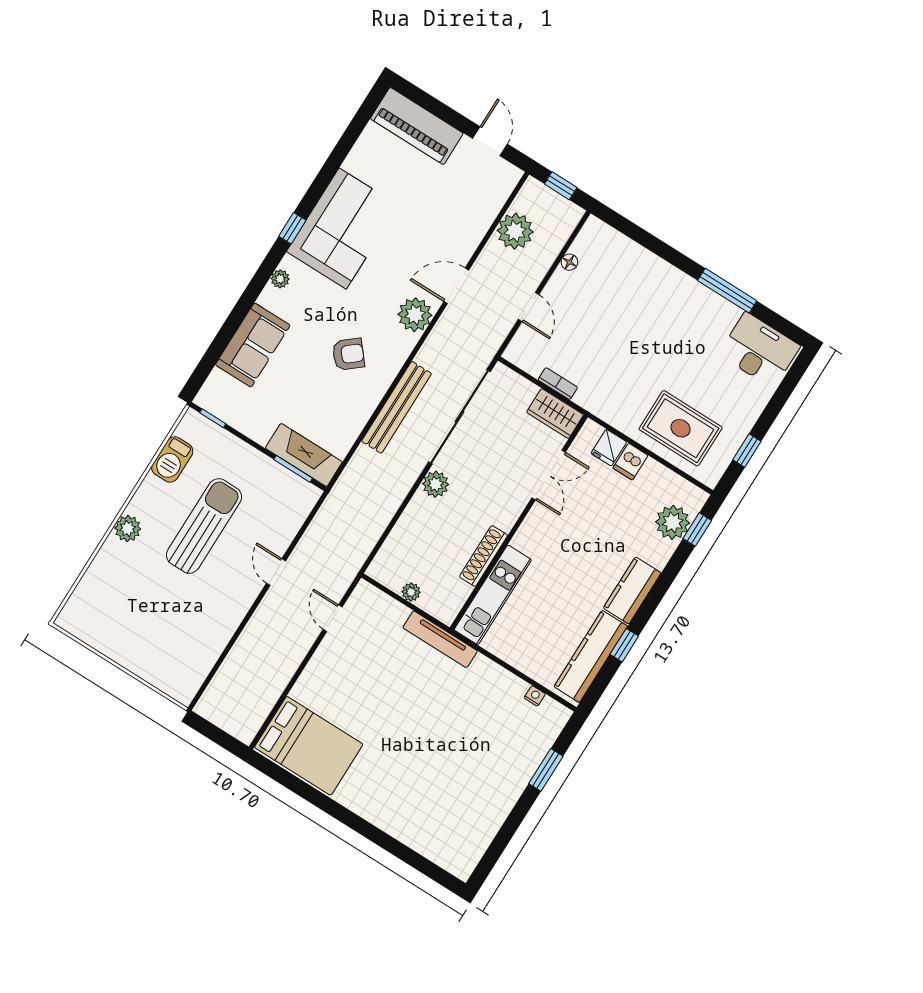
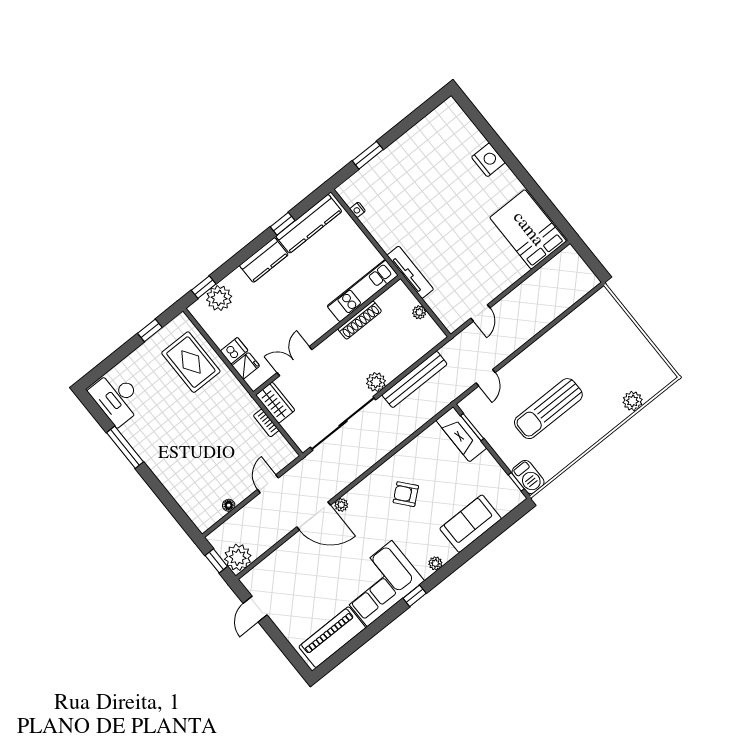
piano: (417, 126) -> (332, 637), moved, turned -90
plant: (515, 231) -> (238, 557), moved
door: (456, 286) -> (314, 516), width x1.36
plant: (415, 315) -> (341, 505), width x0.53, depth x0.53
bench: (396, 407) -> (415, 379), moved
barbecue: (172, 459) -> (528, 477), moved, turned 90
plant: (128, 528) -> (633, 401), moved
door: (276, 572) -> (486, 378), moved
nightstand: (390, 817) -> (488, 160), added

